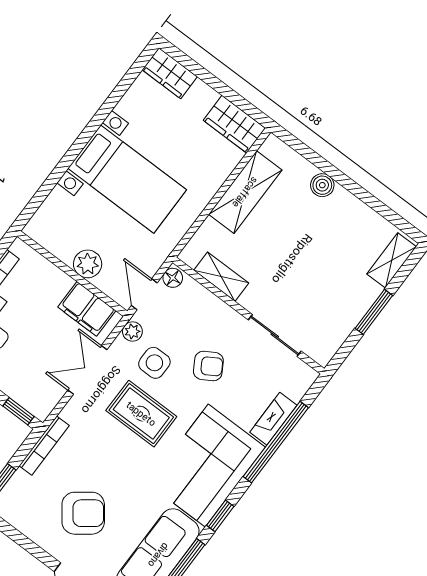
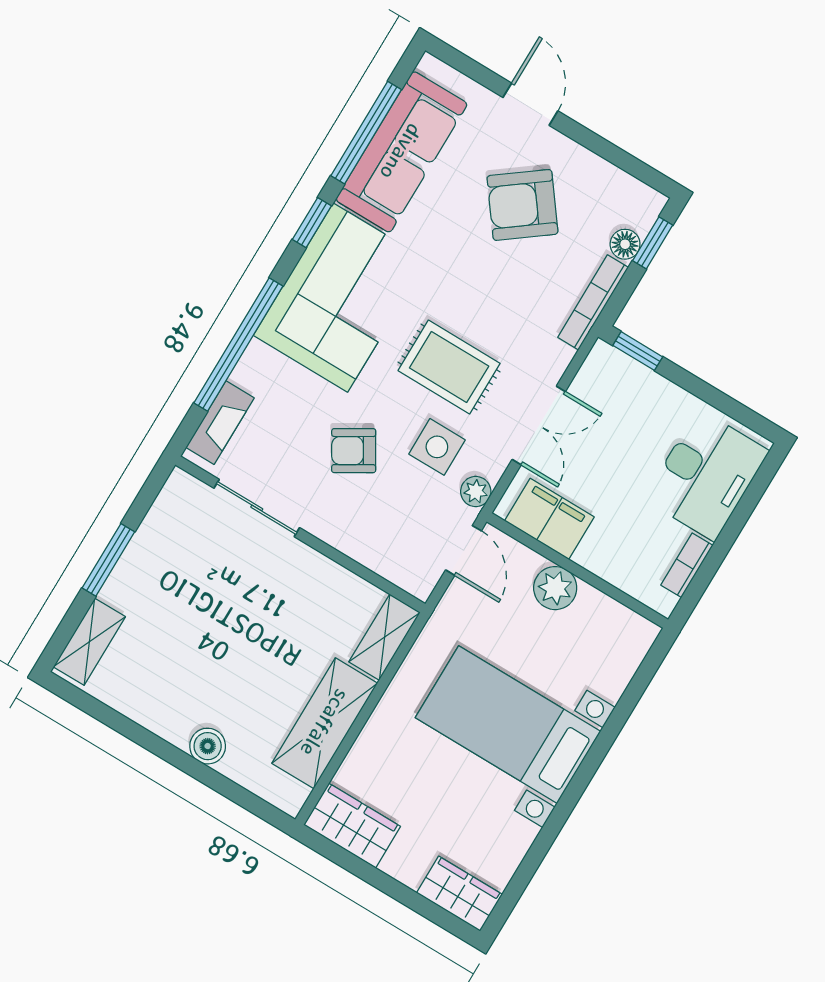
shelving: (221, 277) -> (385, 637), moved, turned 90
floor lamp: (173, 278) -> (625, 244), moved
fireplace: (273, 419) -> (220, 423), moved

